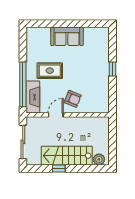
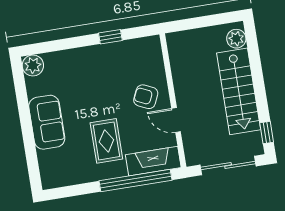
plant: (103, 33) -> (33, 65), added
window: (112, 69) -> (110, 37), moved
armchair: (73, 99) -> (146, 97), turned -87
window: (59, 169) -> (267, 133), moved

